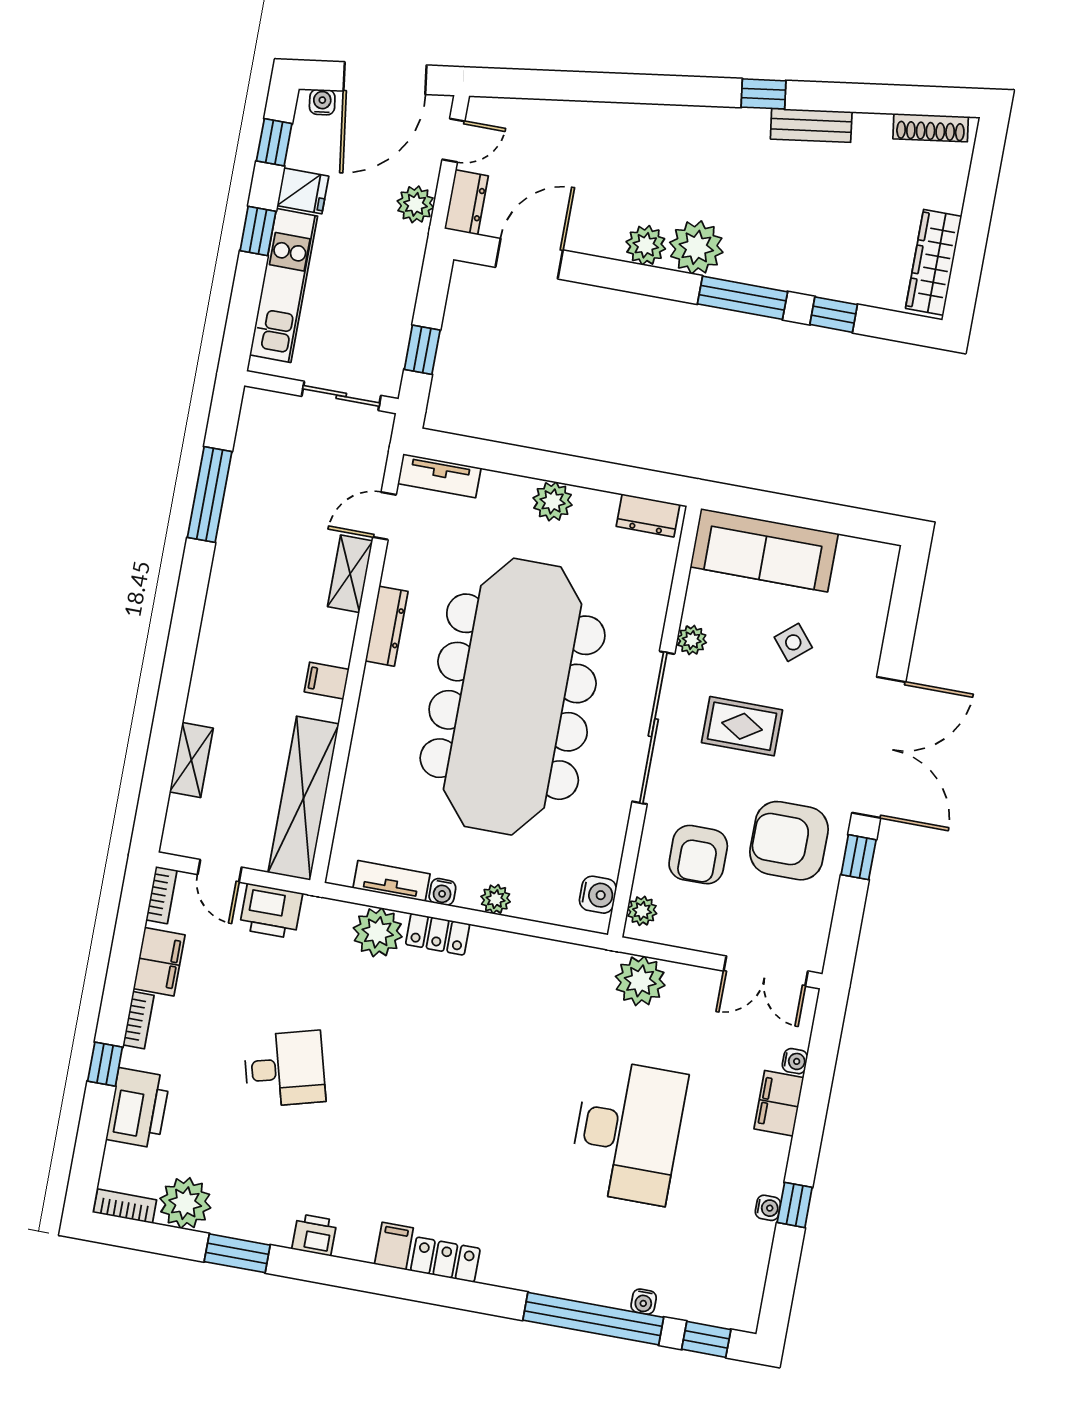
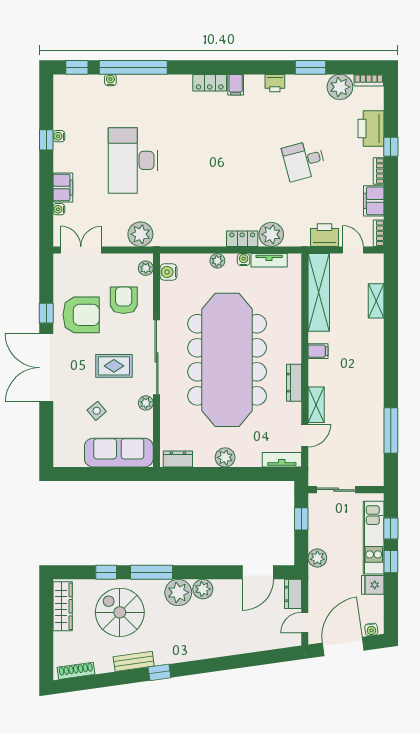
window: (274, 142) -> (391, 528), moved
plant: (415, 204) -> (317, 558), moved
spiral stairs: (821, 229) -> (120, 612), added

